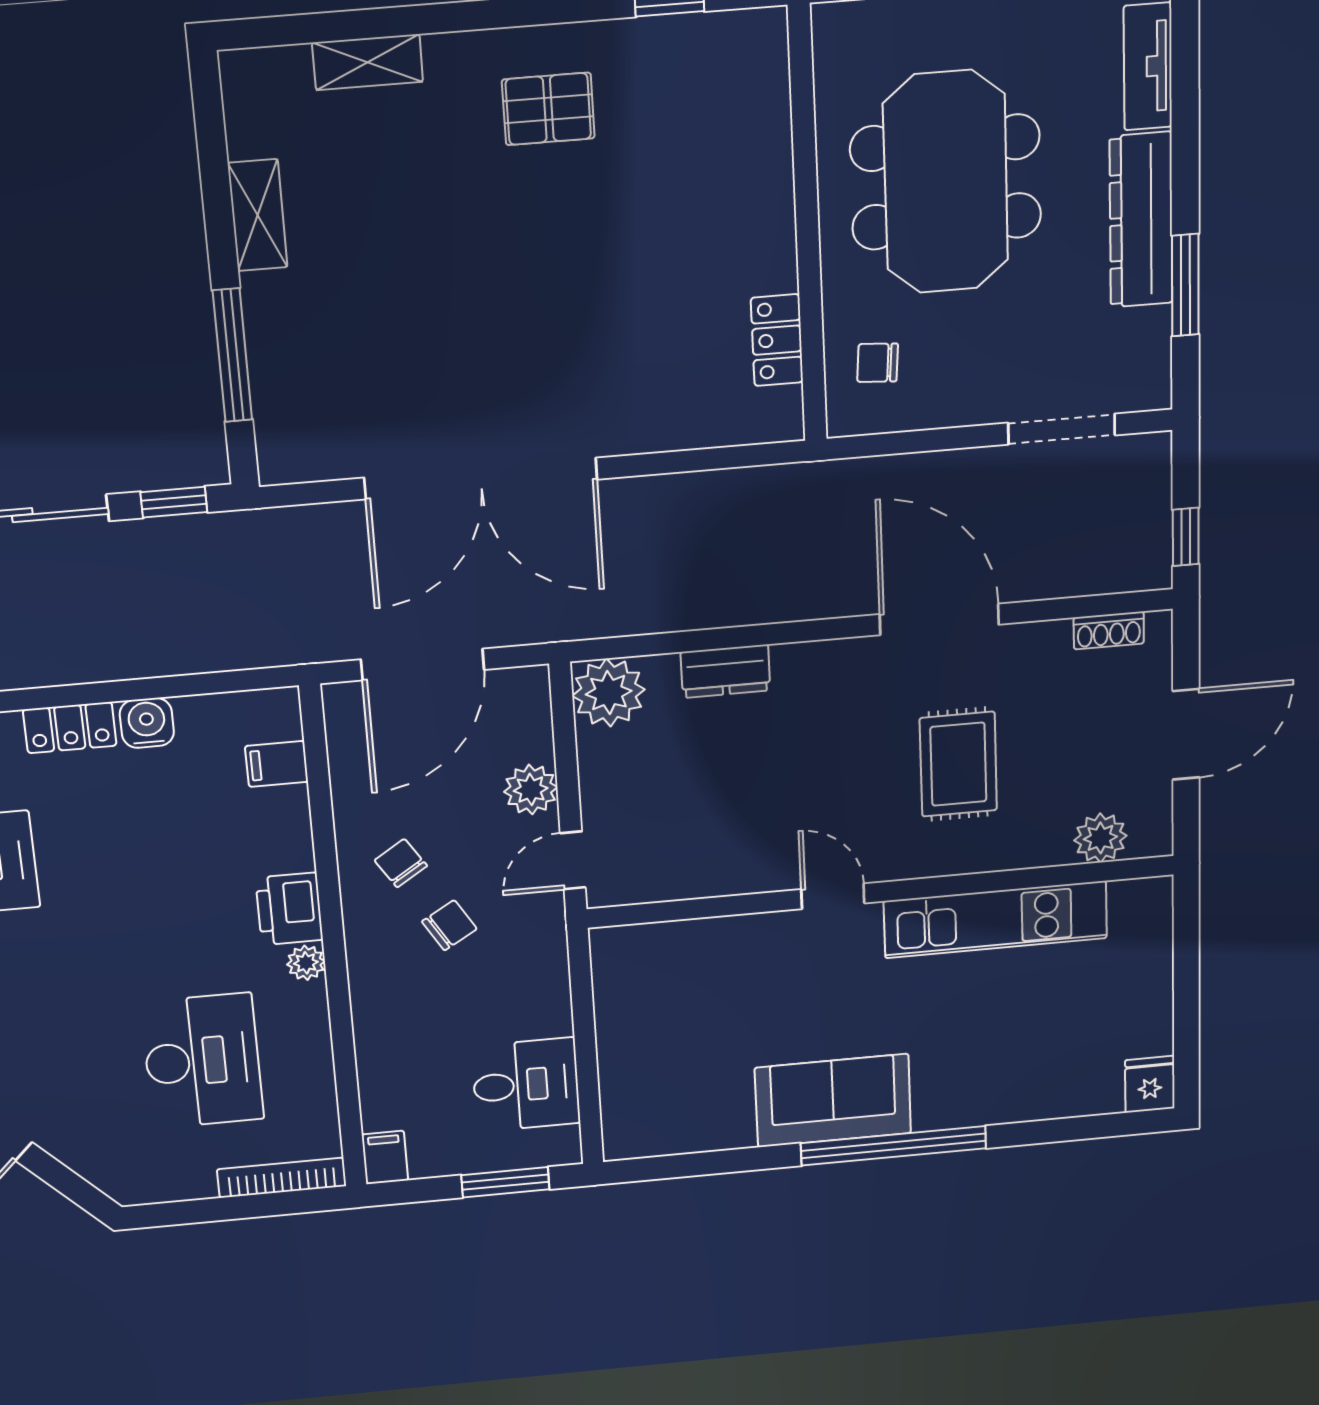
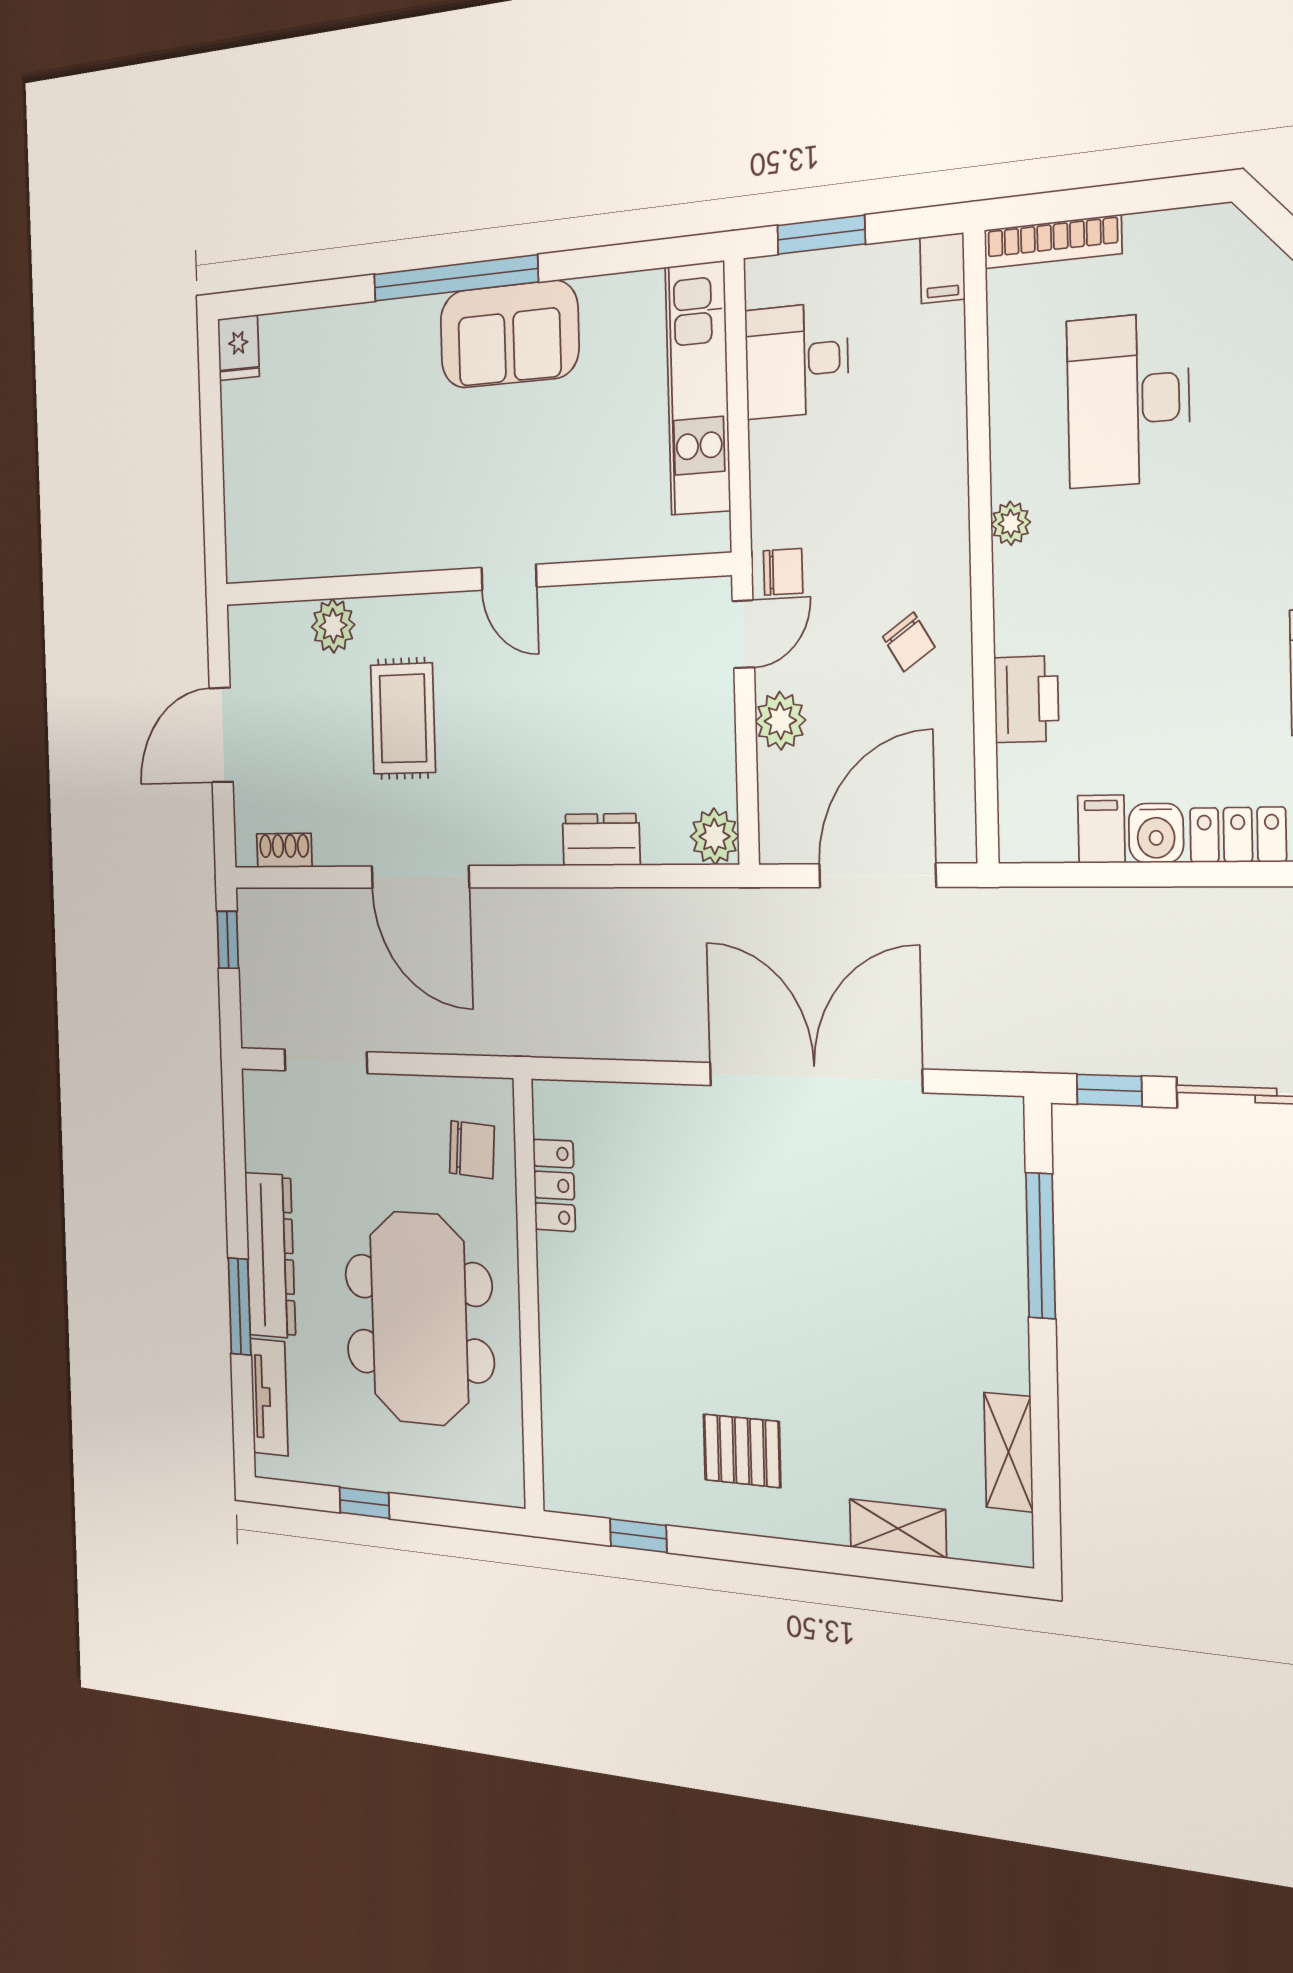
shelving: (258, 215) -> (1008, 1452), moved
window: (1185, 285) -> (239, 1307), moved
chair: (878, 363) -> (472, 1150), width x1.37, depth x1.37
plant: (609, 693) -> (715, 836), width x0.73, depth x0.73
filing cabinet: (277, 764) -> (1101, 829), moved, turned -90
plant: (1100, 838) -> (333, 626), moved
printer: (289, 909) -> (1026, 699), moved
kitchen unit: (995, 920) -> (698, 389), moved, turned -90
chair: (449, 925) -> (783, 572), moved, turned -149

